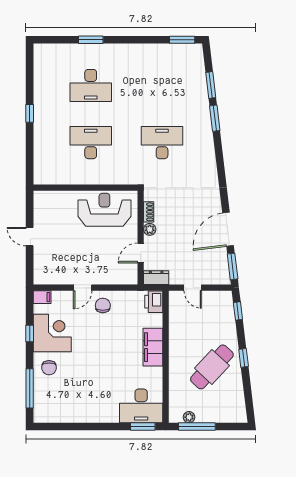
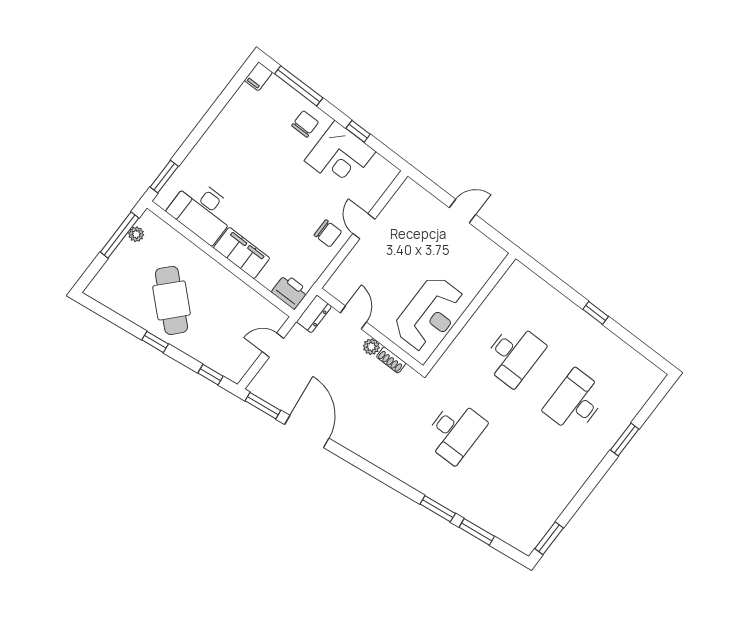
filing cabinet: (42, 297) -> (258, 76), moved
chair: (49, 368) -> (305, 124), turned 90
desk: (141, 406) -> (202, 211), moved, turned -90

